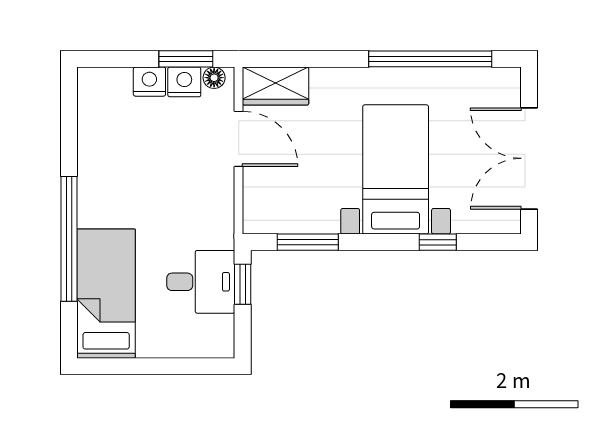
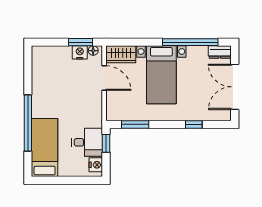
dresser: (496, 81) -> (220, 52), added
nightstand: (149, 82) -> (96, 165), moved, turned 90
bed with nightstands: (396, 169) -> (161, 75), moved, turned 180

